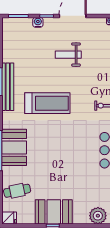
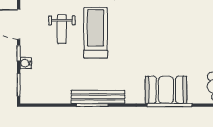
treadmill: (47, 103) -> (96, 33), moved

